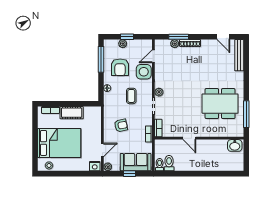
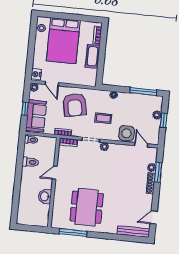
armchair: (120, 67) -> (133, 110), removed
armchair: (121, 125) -> (75, 105), width x1.88, depth x1.88
washbasin: (235, 145) -> (45, 196), moved
toilet: (169, 163) -> (30, 162), moved

